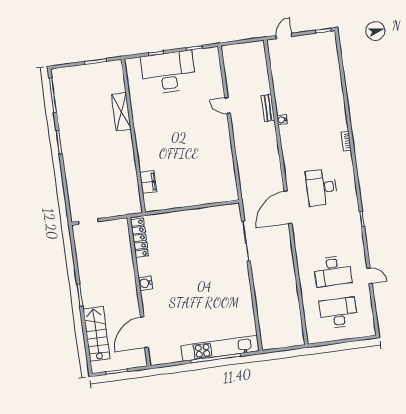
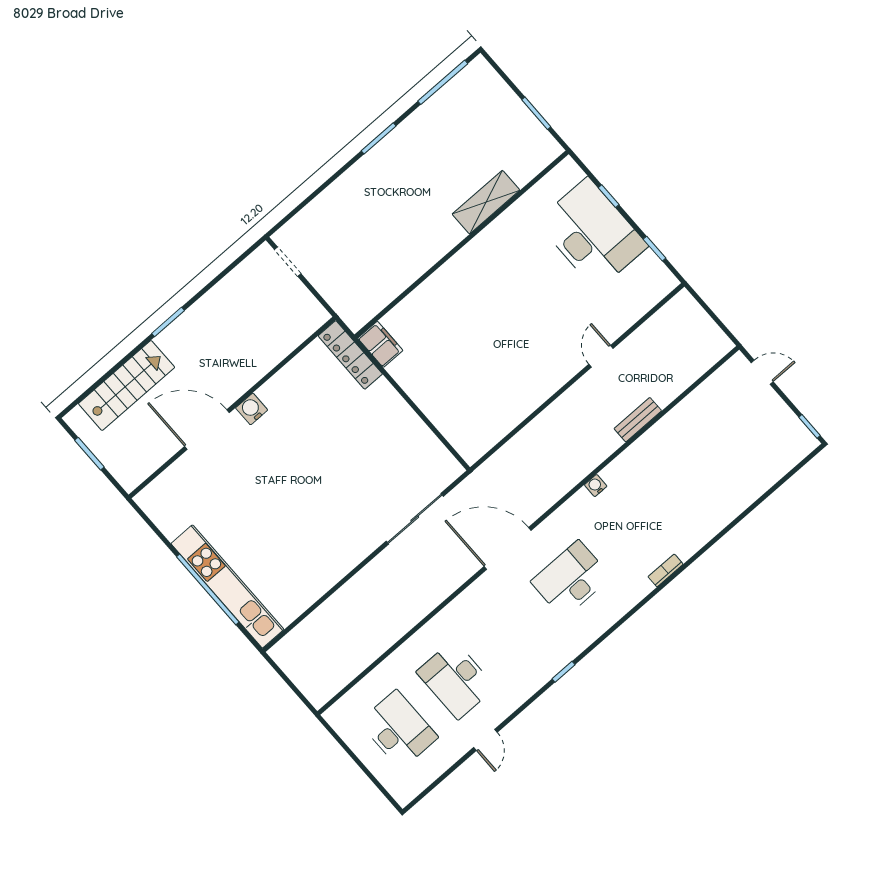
water cooler: (282, 120) -> (596, 486), moved
filing cabinet: (148, 182) -> (380, 344), moved, turned -90
locker: (139, 238) -> (350, 355), moved, turned 90
door: (144, 332) -> (207, 429), moved

